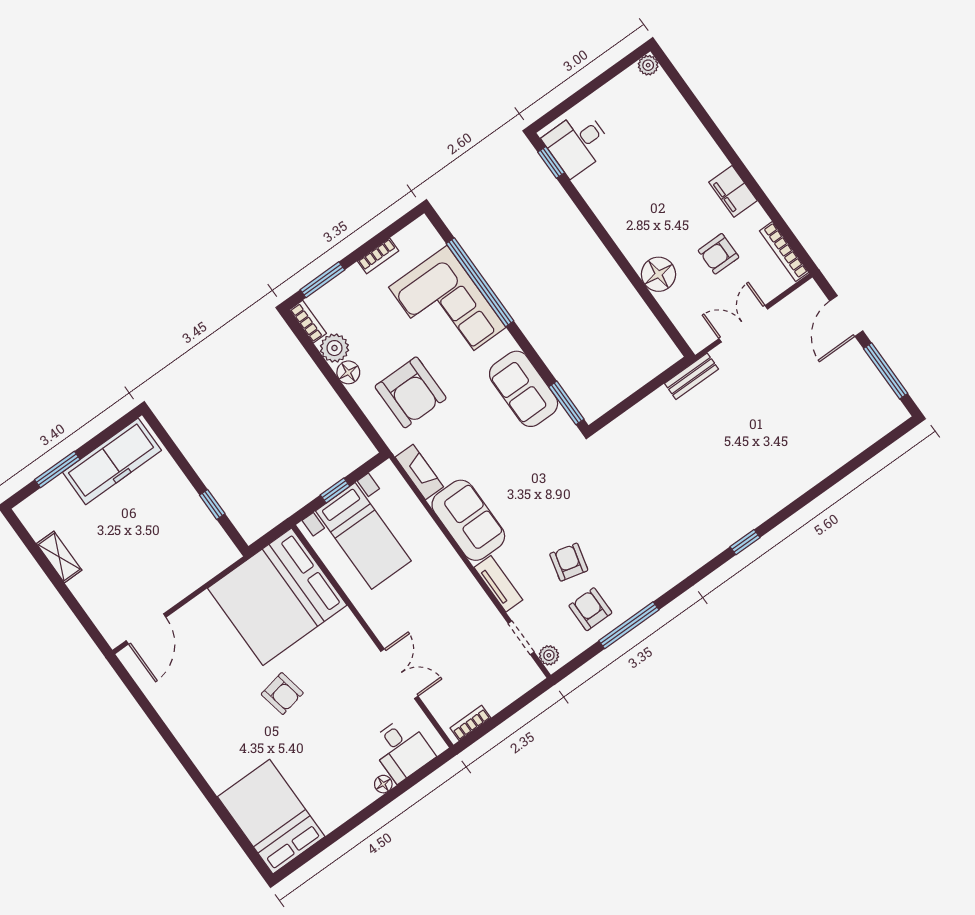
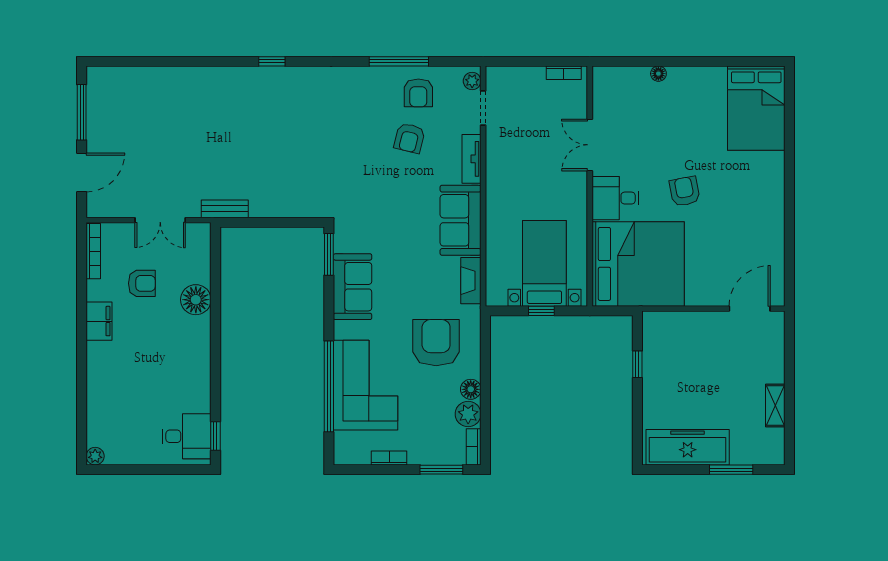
desk: (402, 749) -> (615, 198), moved, turned -90

